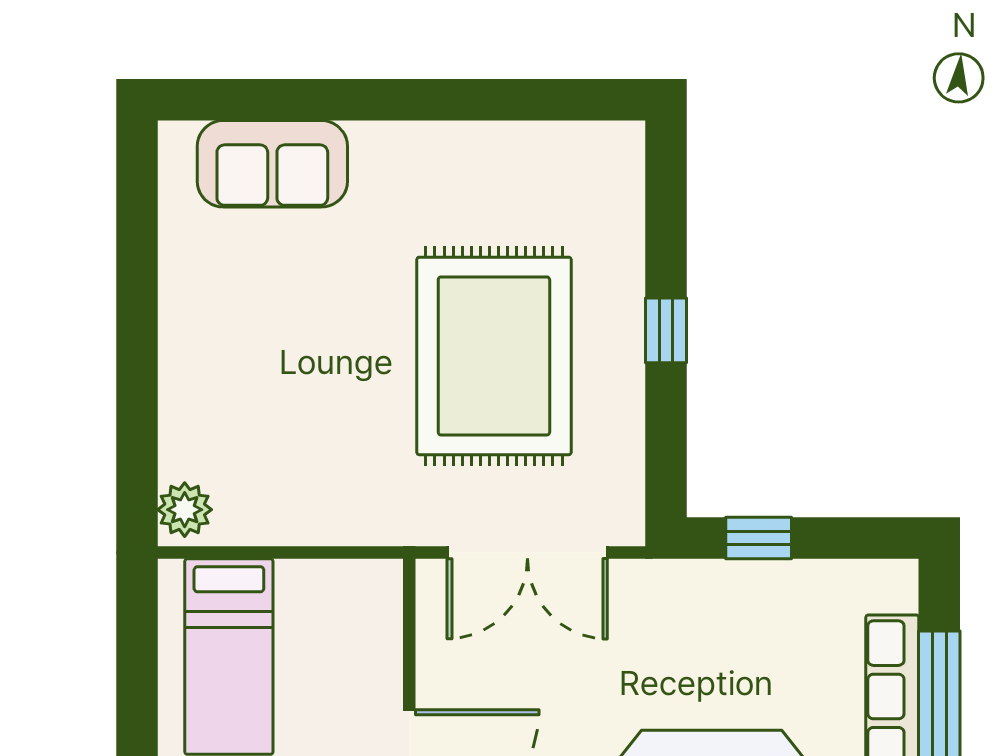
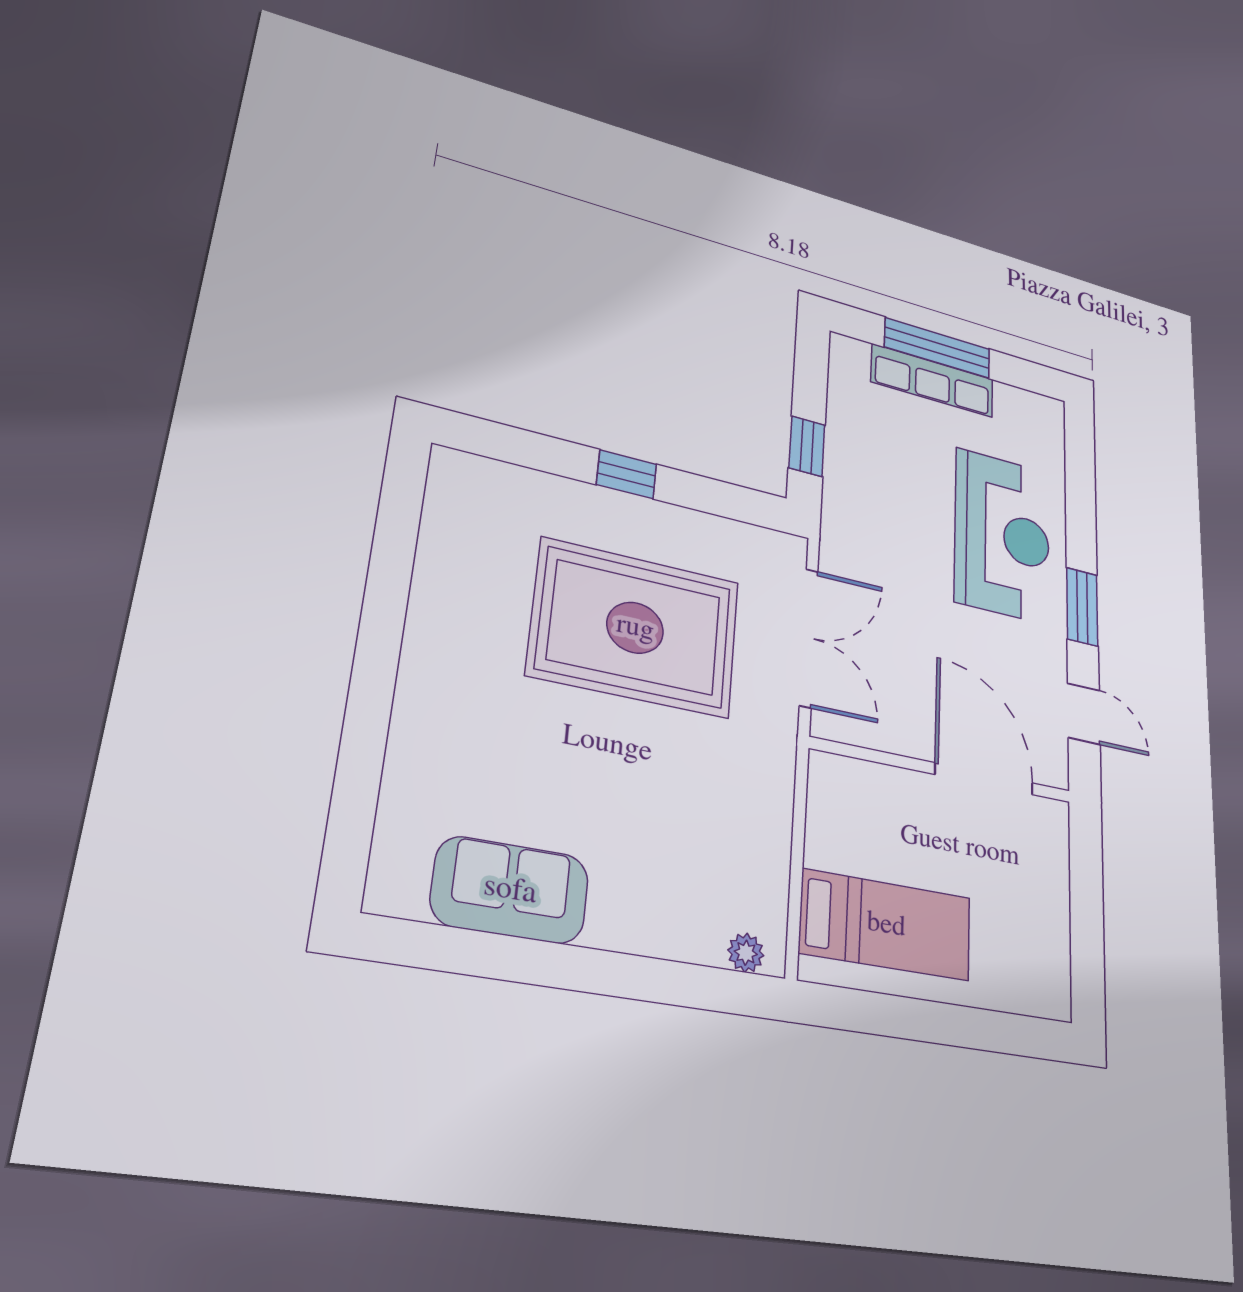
sofa: (272, 164) -> (510, 890), moved, turned -90
plant: (185, 510) -> (746, 953), width x0.73, depth x0.73

